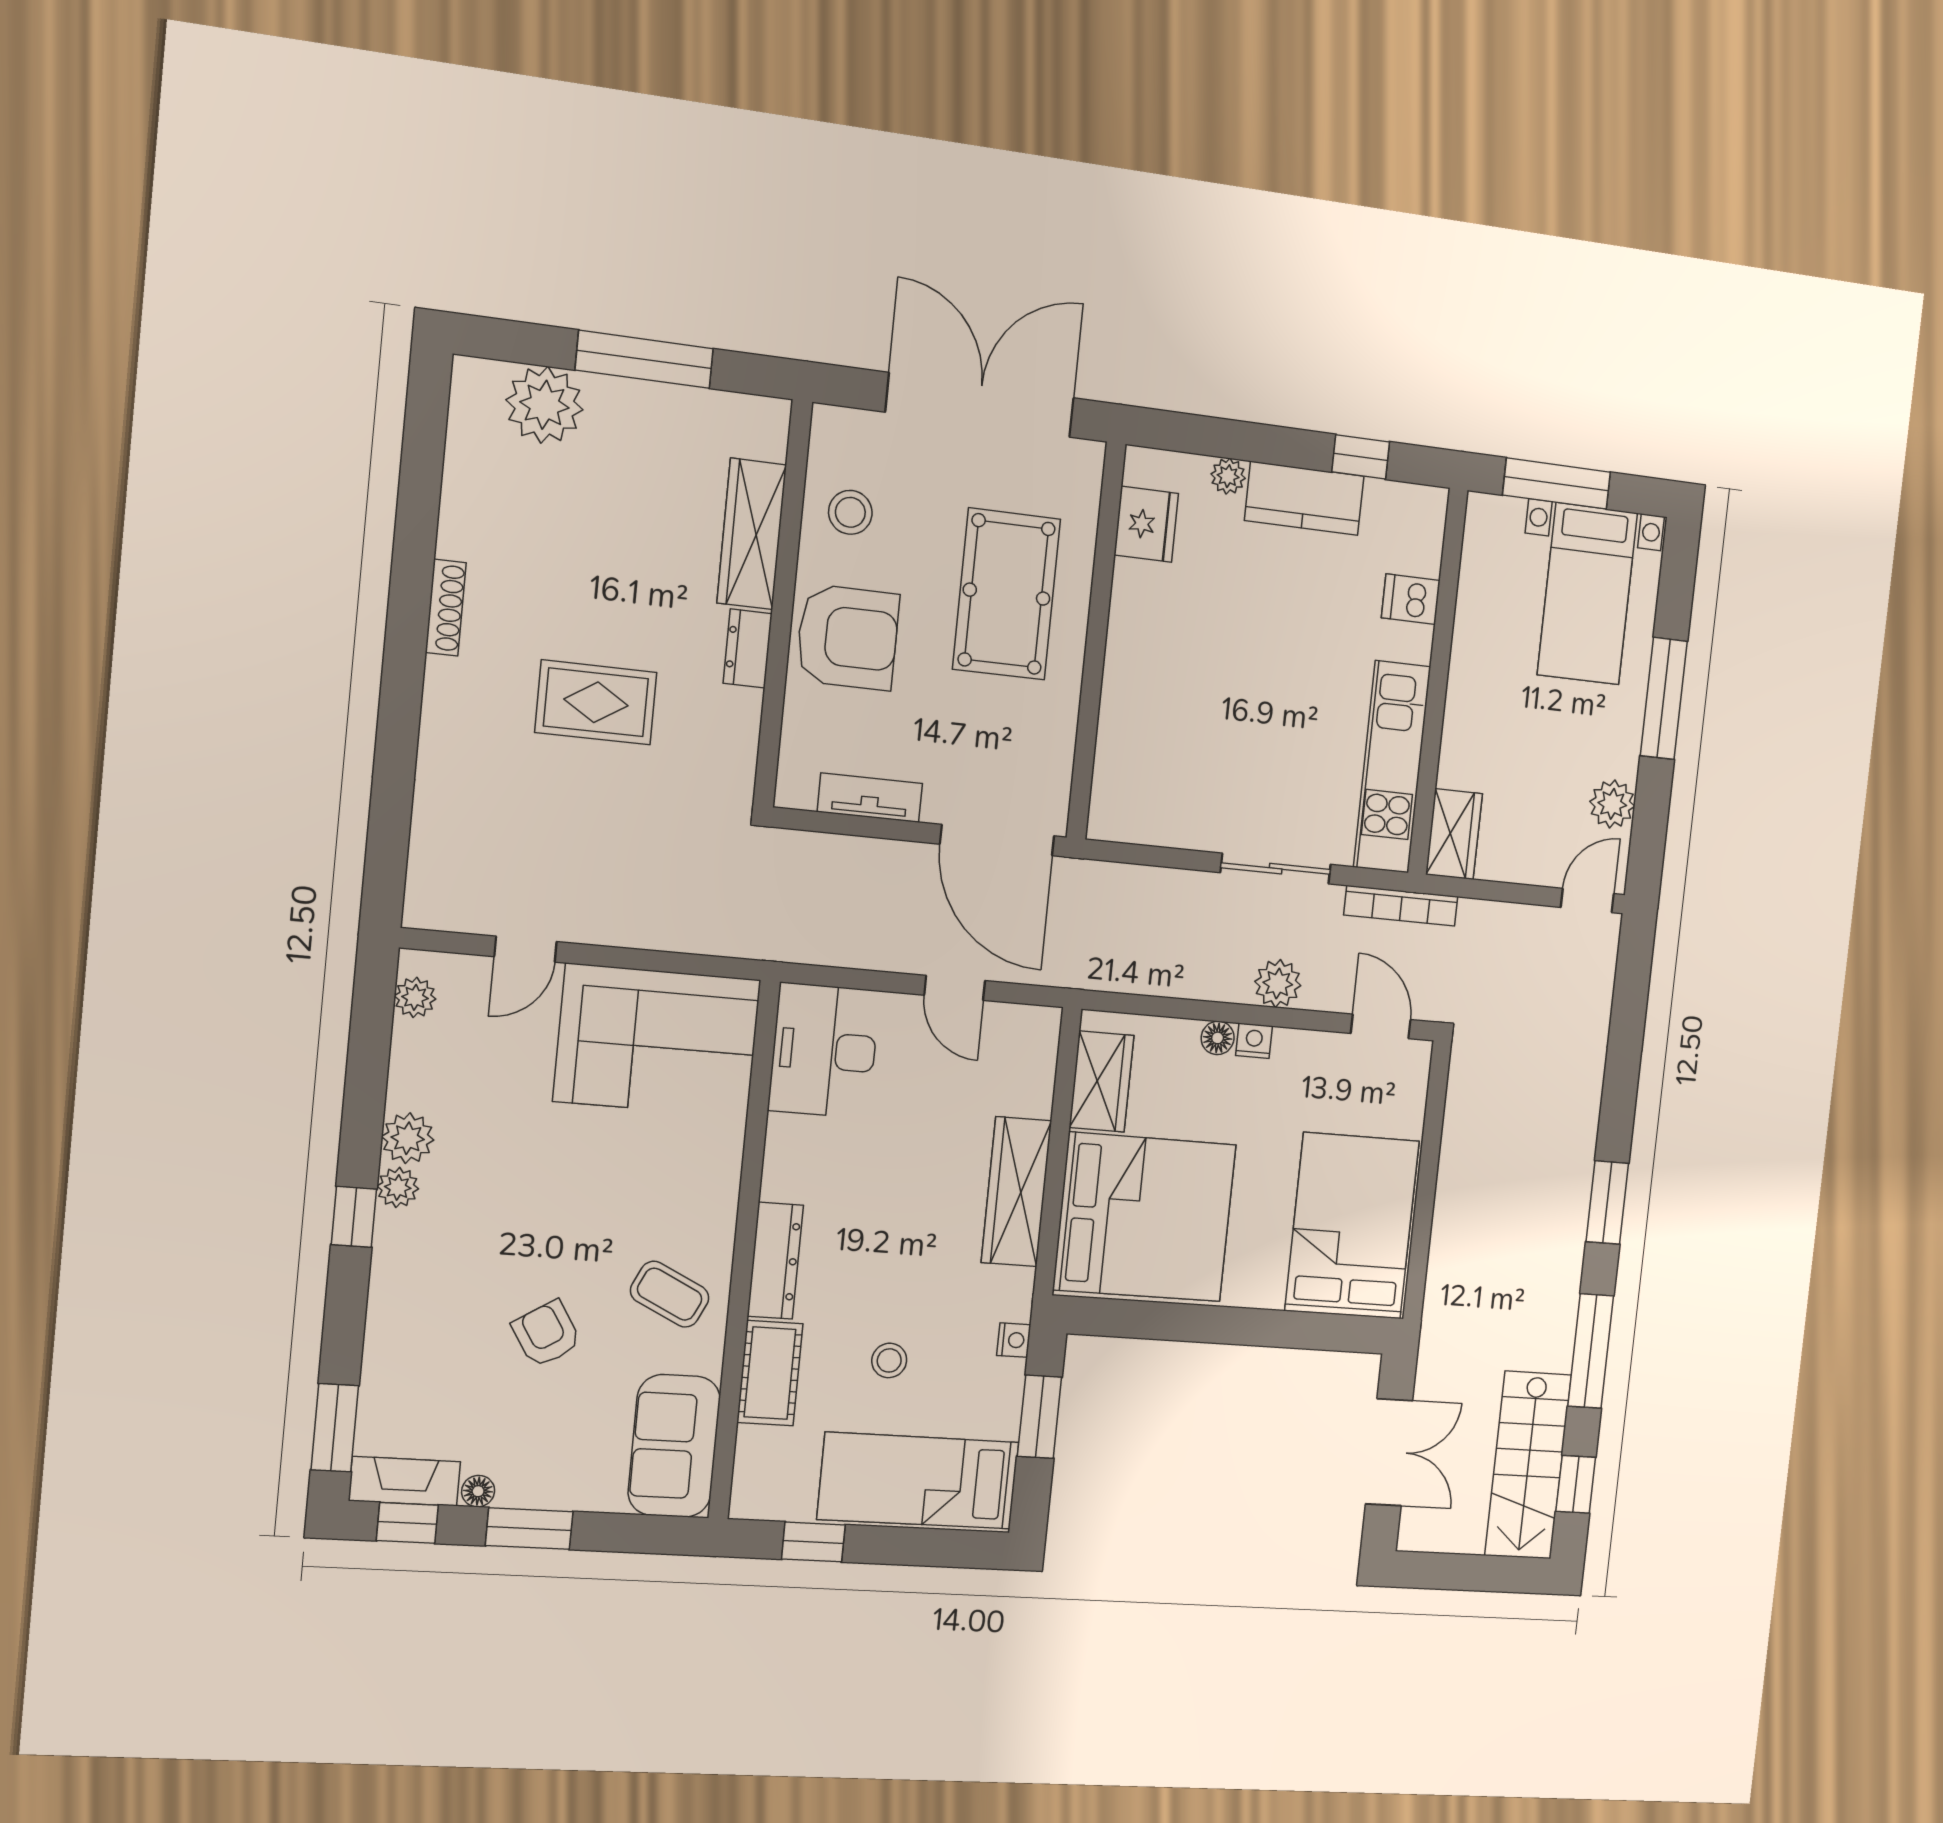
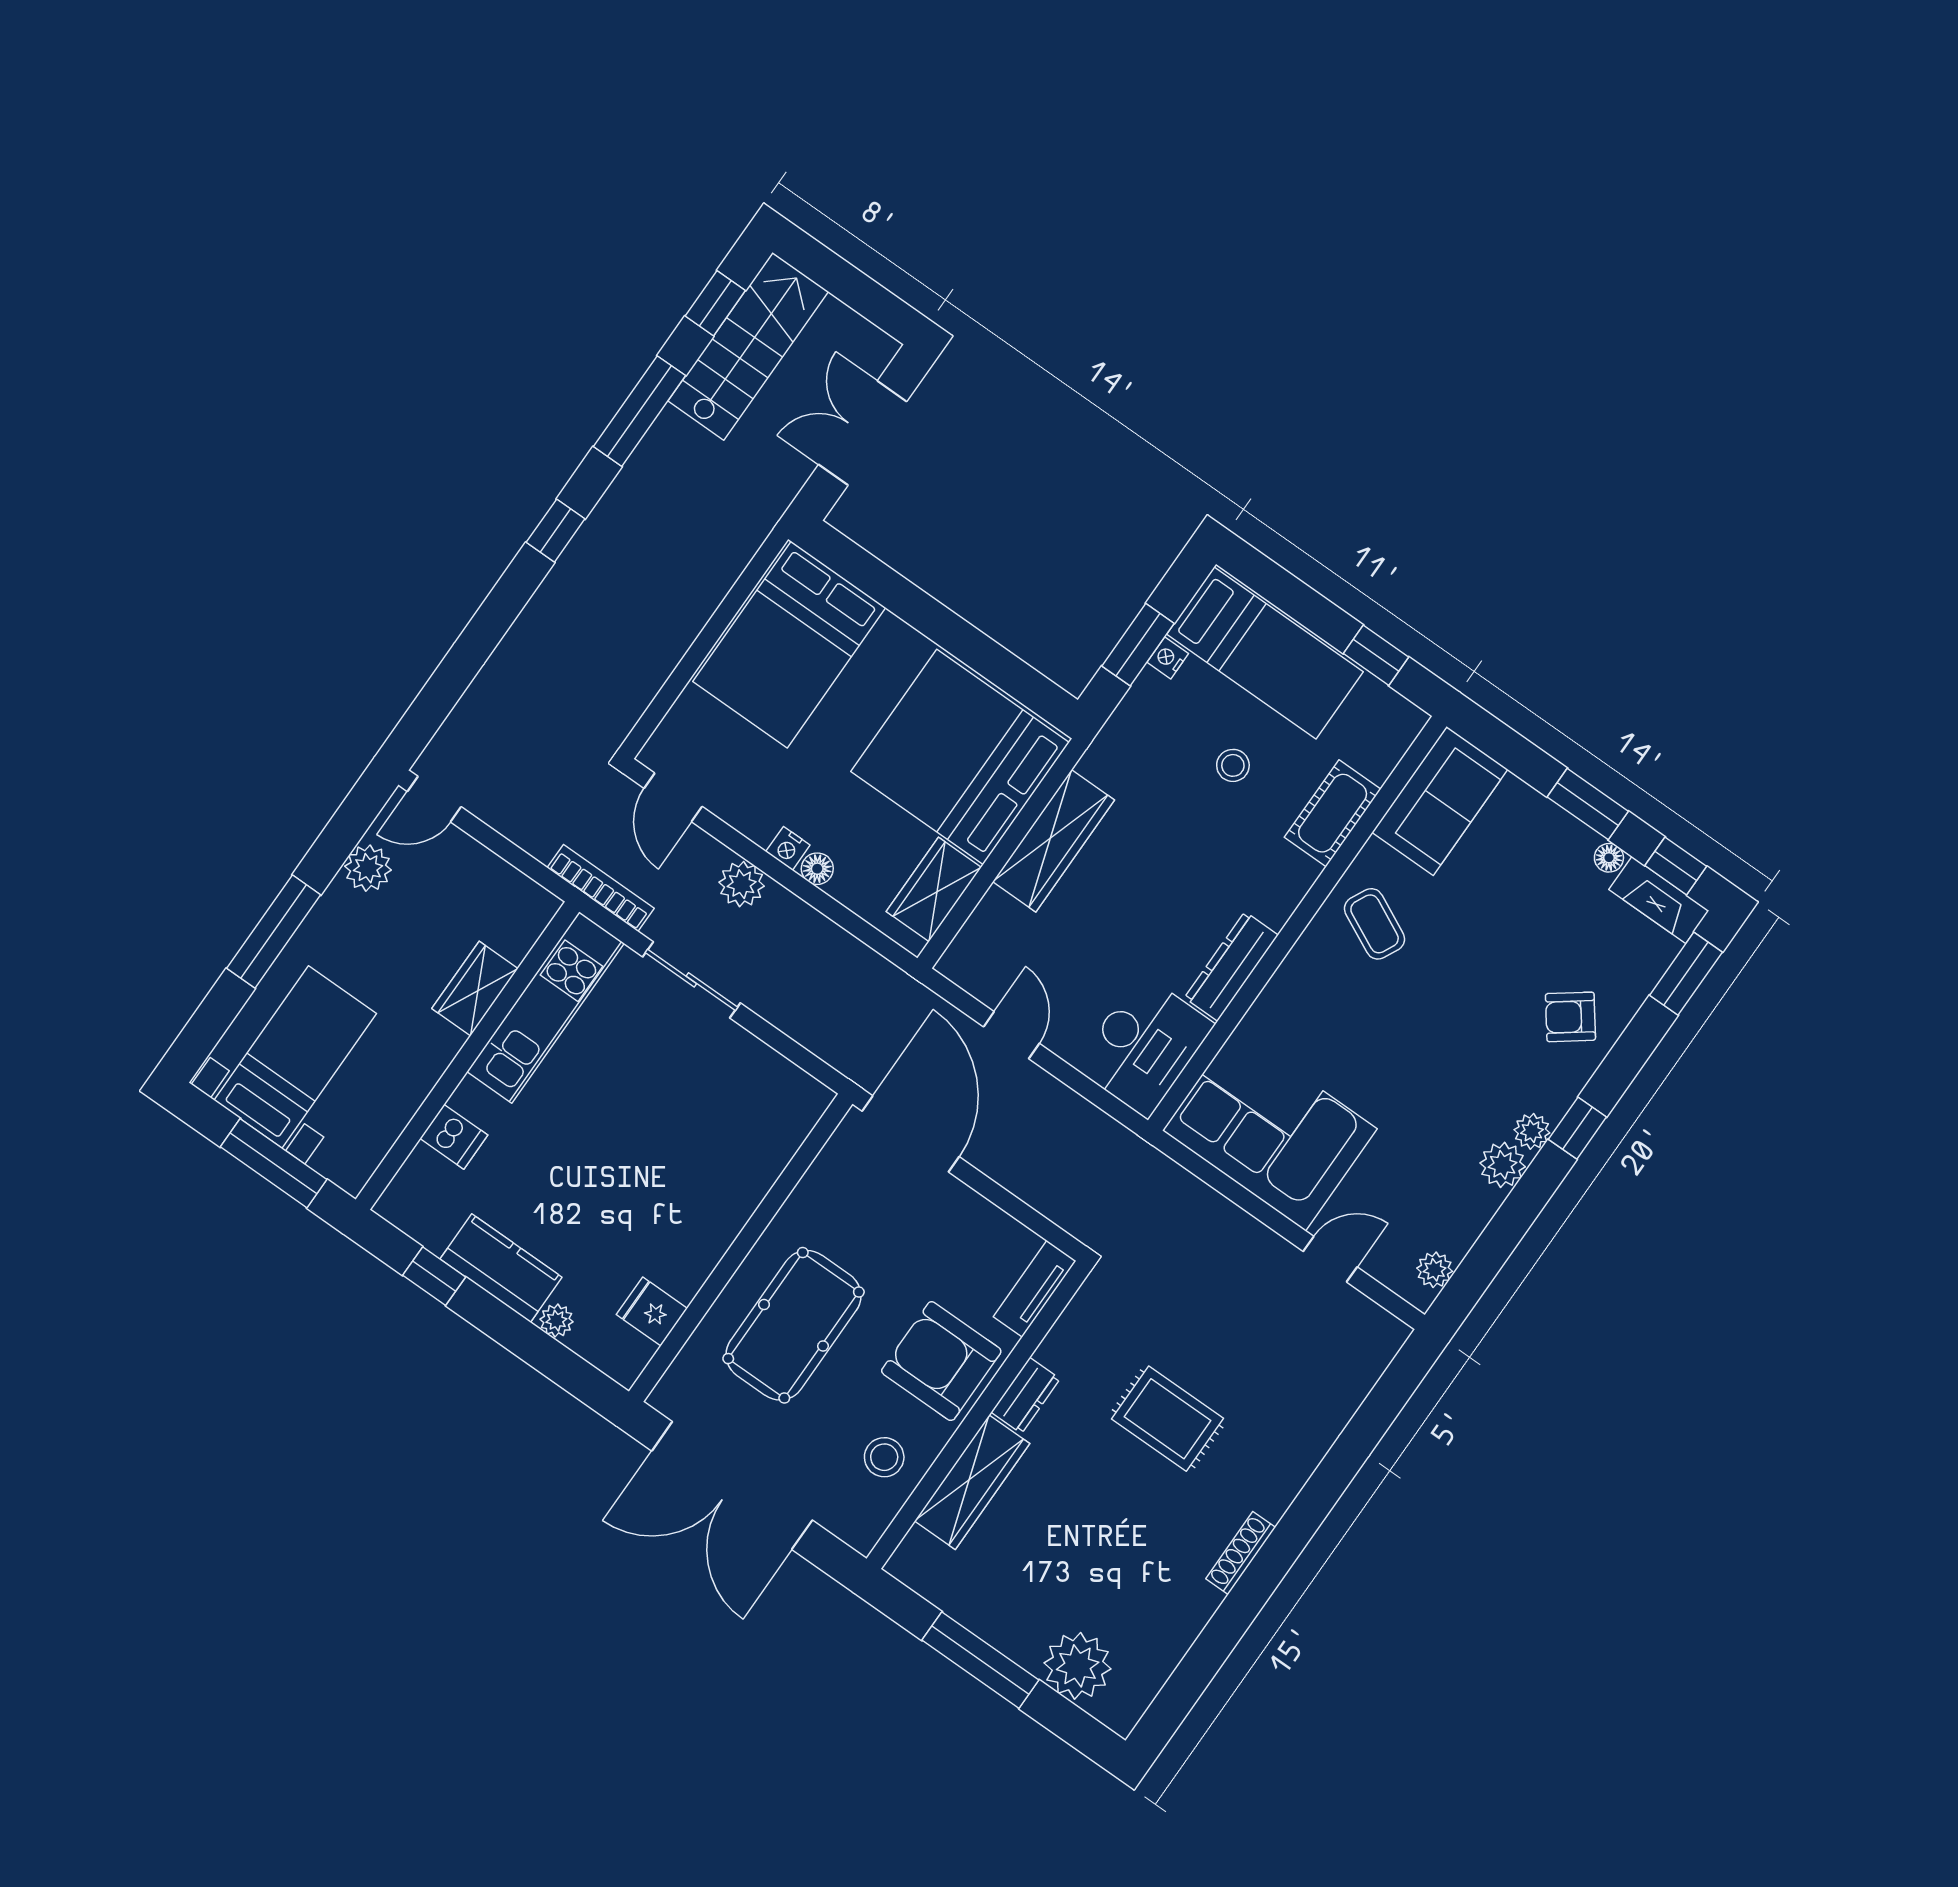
fridge: (1146, 524) -> (652, 1311), width x0.72
tv unit: (870, 798) -> (1035, 1289), moved, turned 90
wardrobe: (1454, 834) -> (475, 989), moved
window: (1607, 1202) -> (556, 531), width x0.67
dresser: (775, 1261) -> (1231, 966), moved
armchair: (546, 1334) -> (1570, 1017), moved, turned 85
nightstand: (1014, 1340) -> (1168, 658), moved

